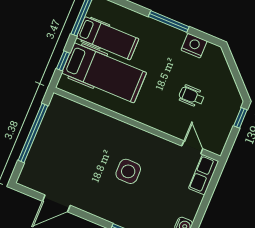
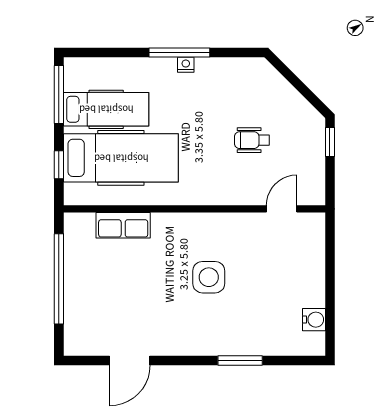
nightstand: (194, 46) -> (186, 65), moved, width x0.53, depth x0.56
door: (192, 147) -> (282, 209), hinge flipped
row of seats: (204, 175) -> (123, 225), moved, turned -90

